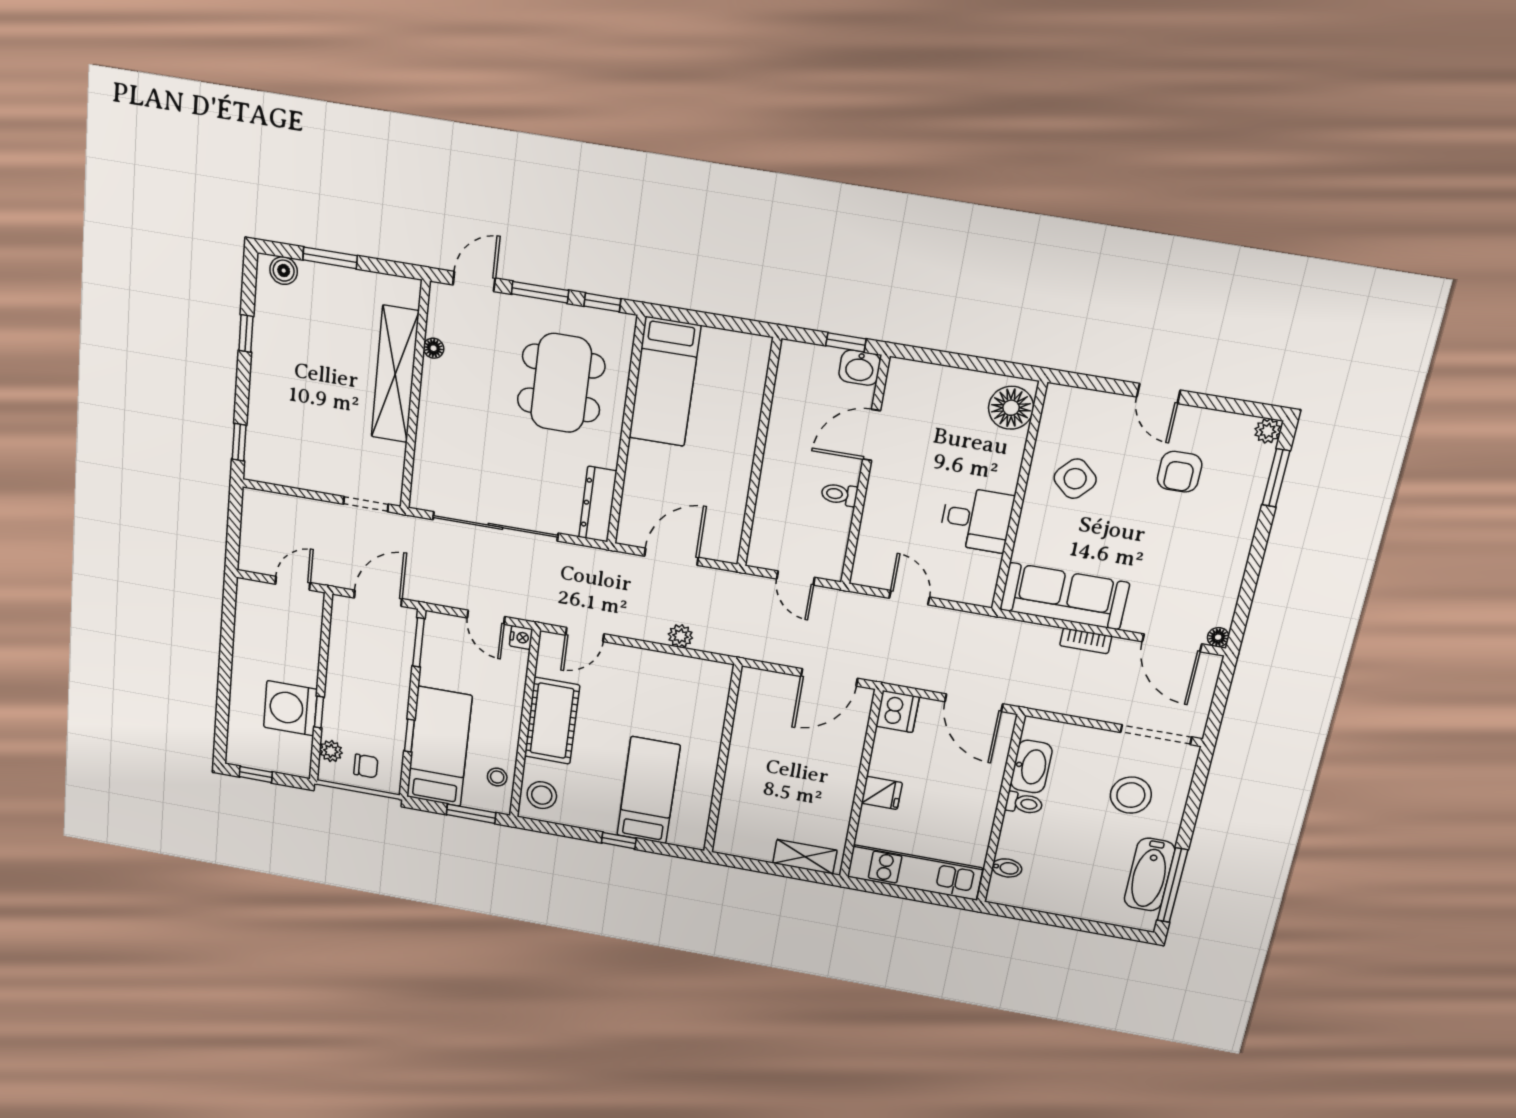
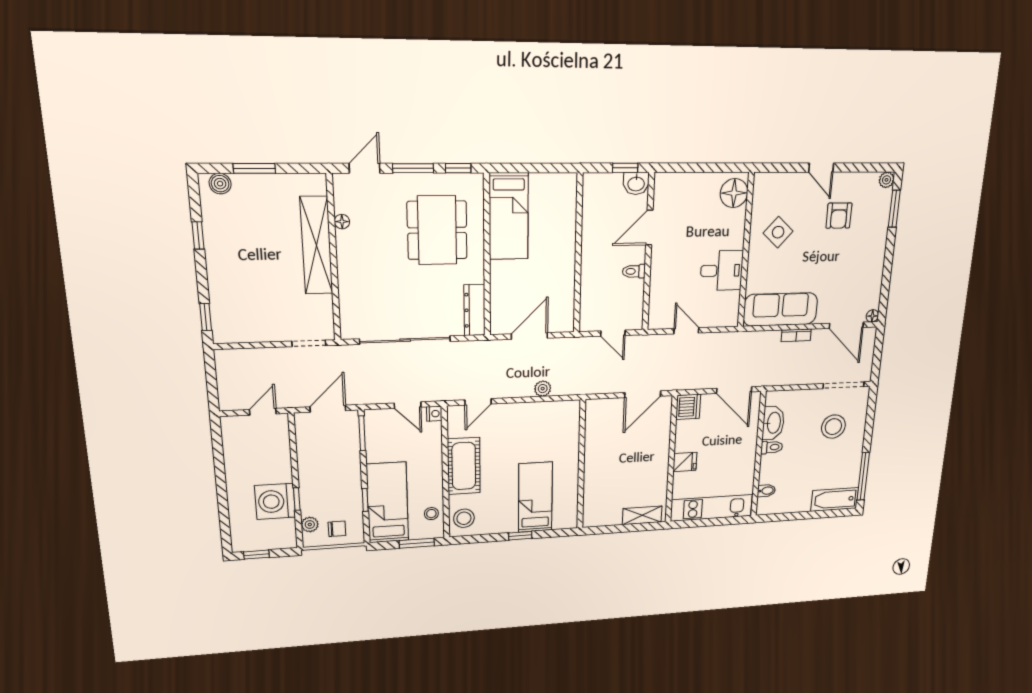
bathtub: (1149, 875) -> (835, 499), moved, turned 90

